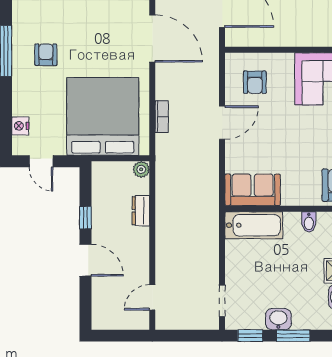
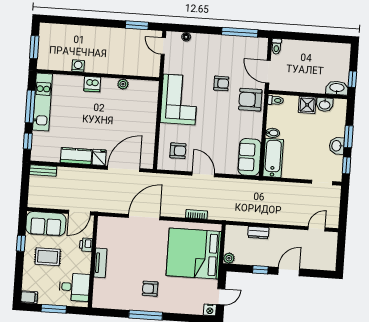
nightstand: (20, 126) -> (210, 310), moved
plant: (141, 169) -> (229, 258), moved
bidet: (309, 222) -> (273, 133), moved
door: (152, 297) -> (317, 229), swing flipped

